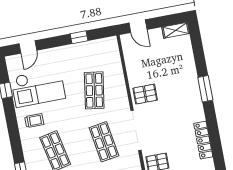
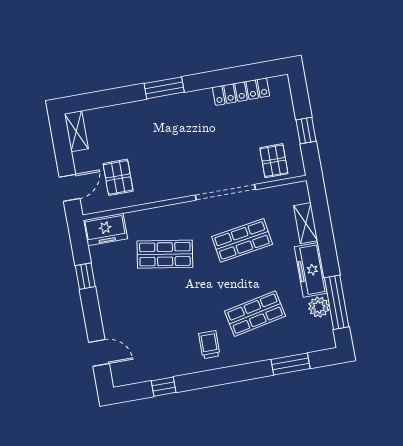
freezer: (110, 50) -> (105, 229), added
checkout: (38, 88) -> (160, 338), removed
pallet: (145, 94) -> (118, 177), moved

